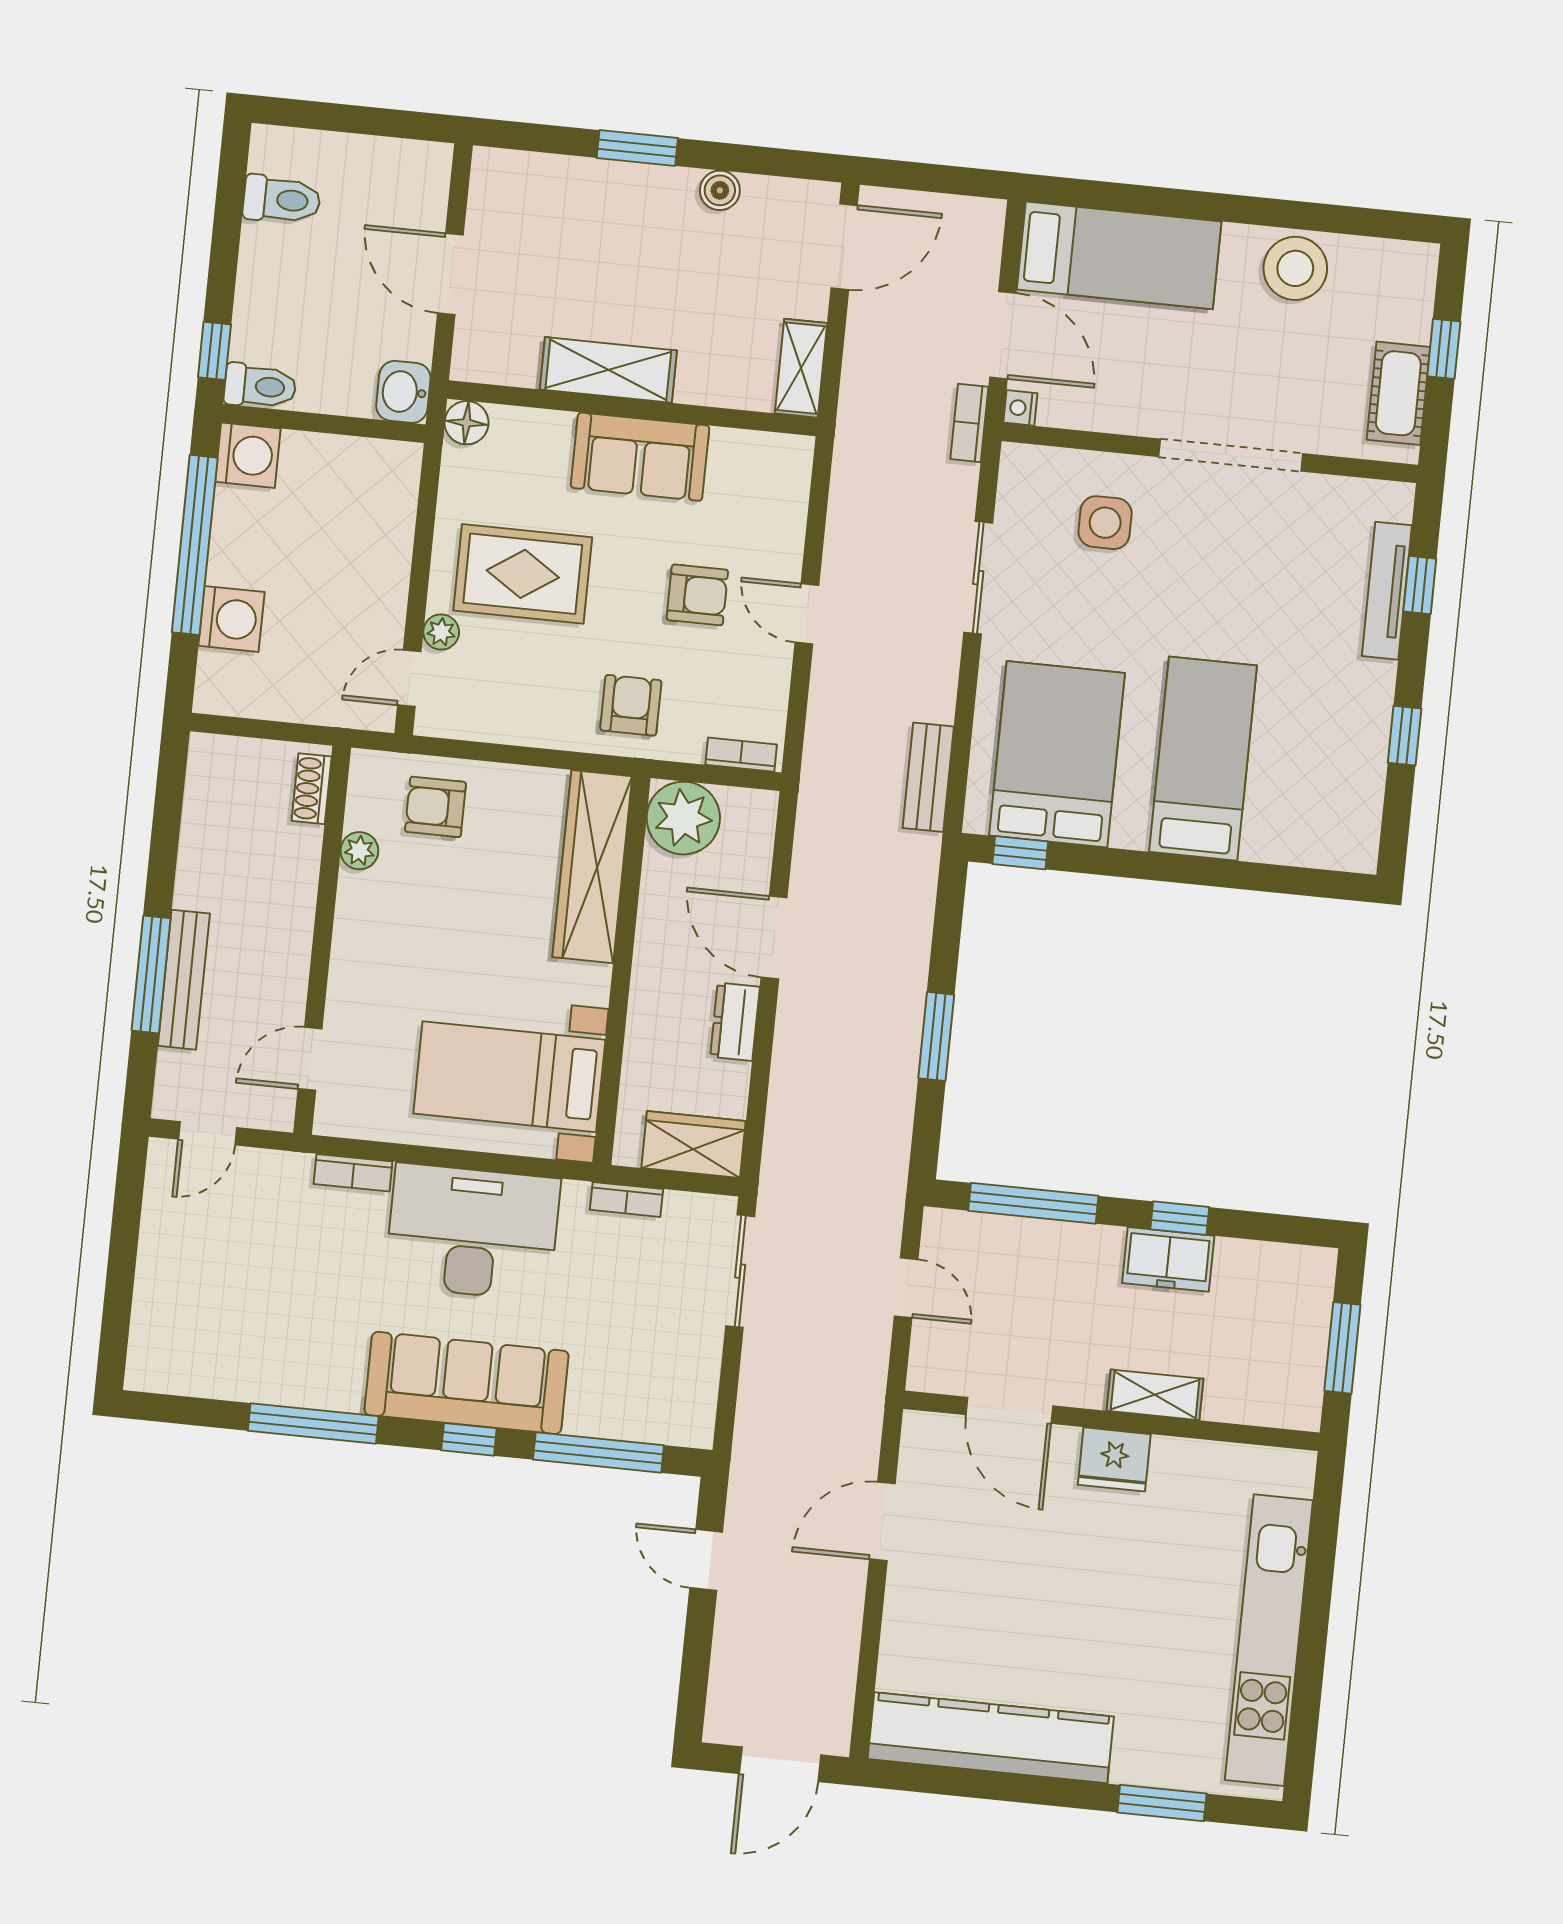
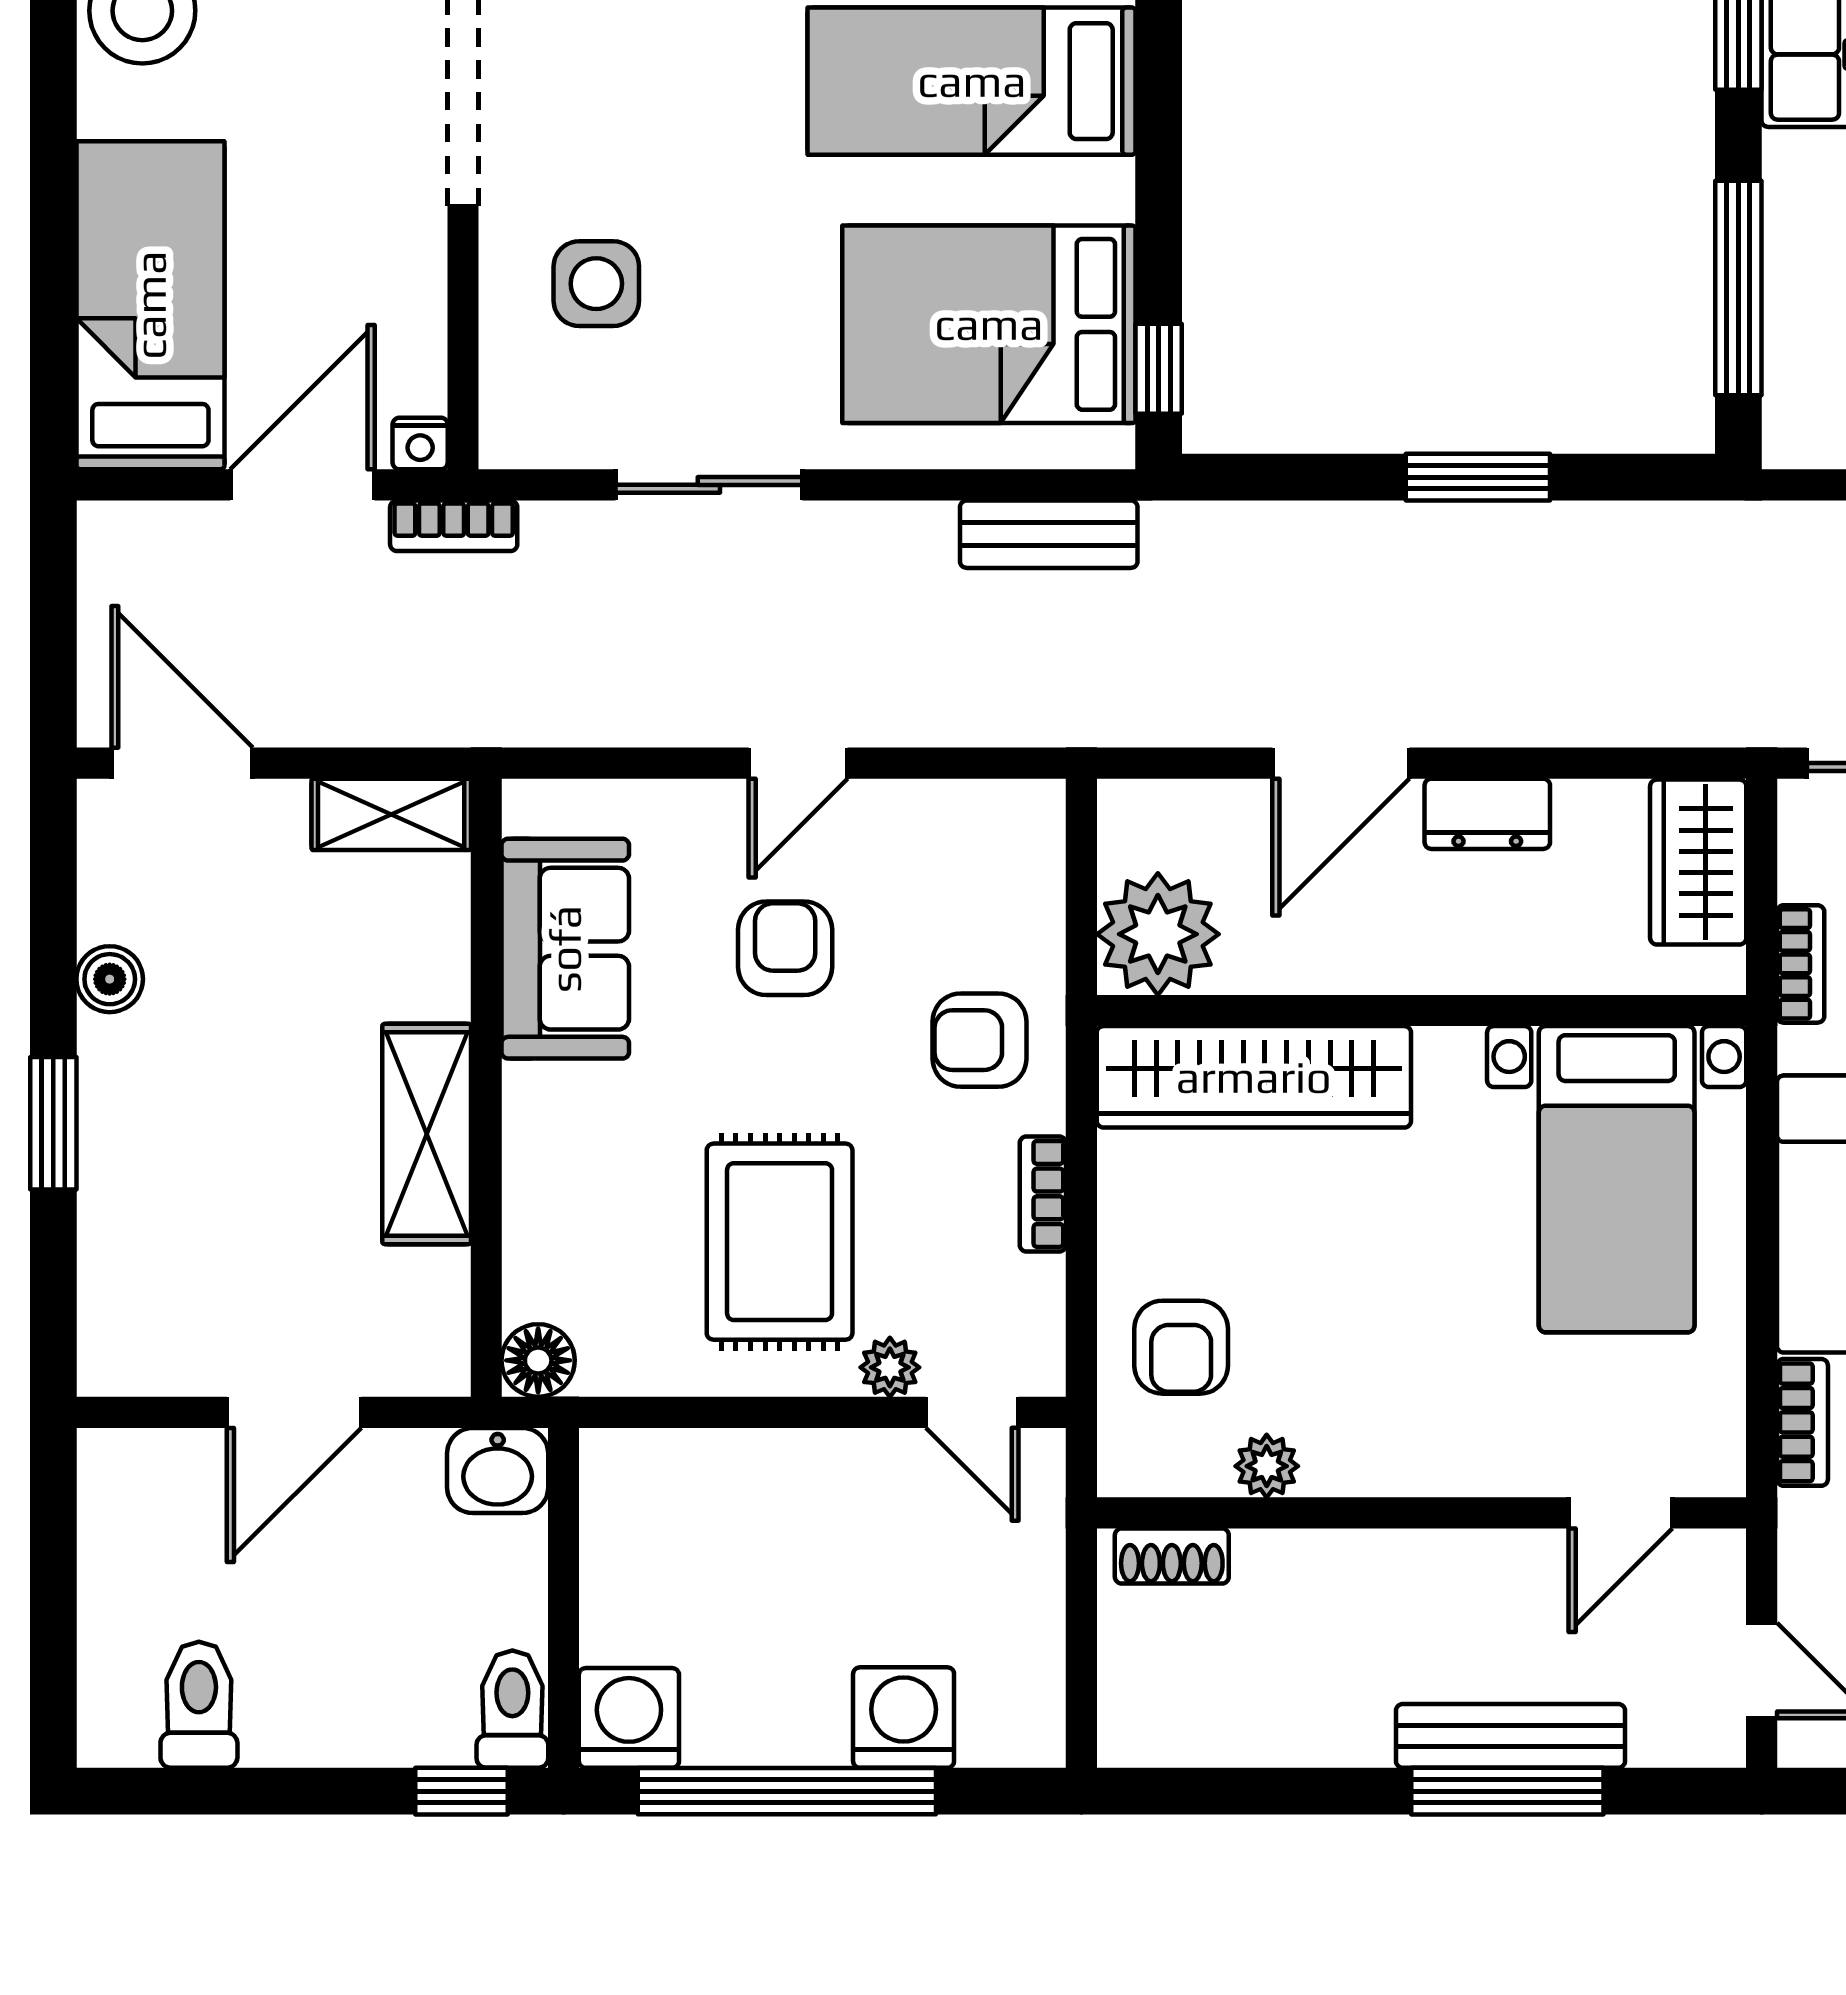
sofa: (640, 457) -> (565, 949), moved
bookcase: (741, 755) -> (1043, 1194), moved
door: (310, 1059) -> (1621, 1513), hinge flipped

